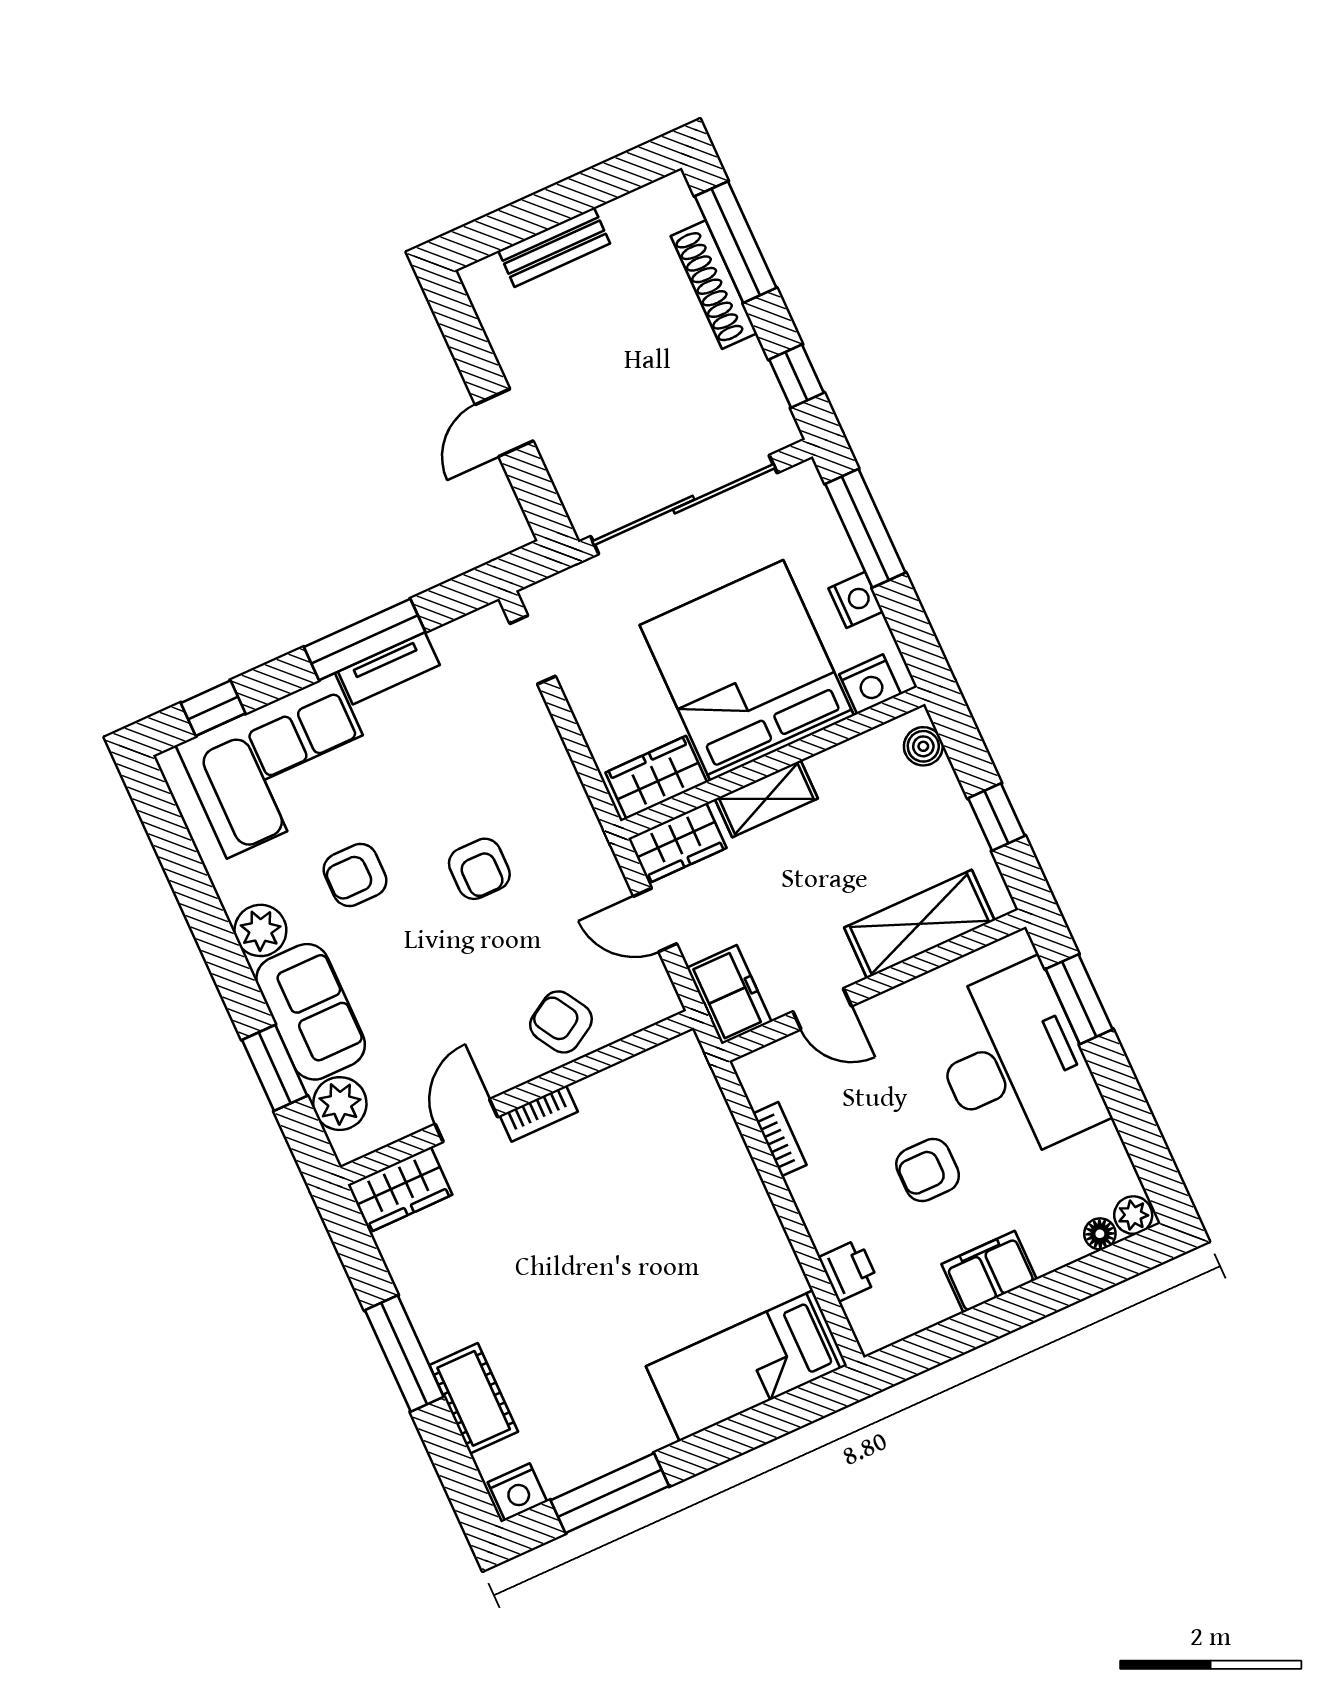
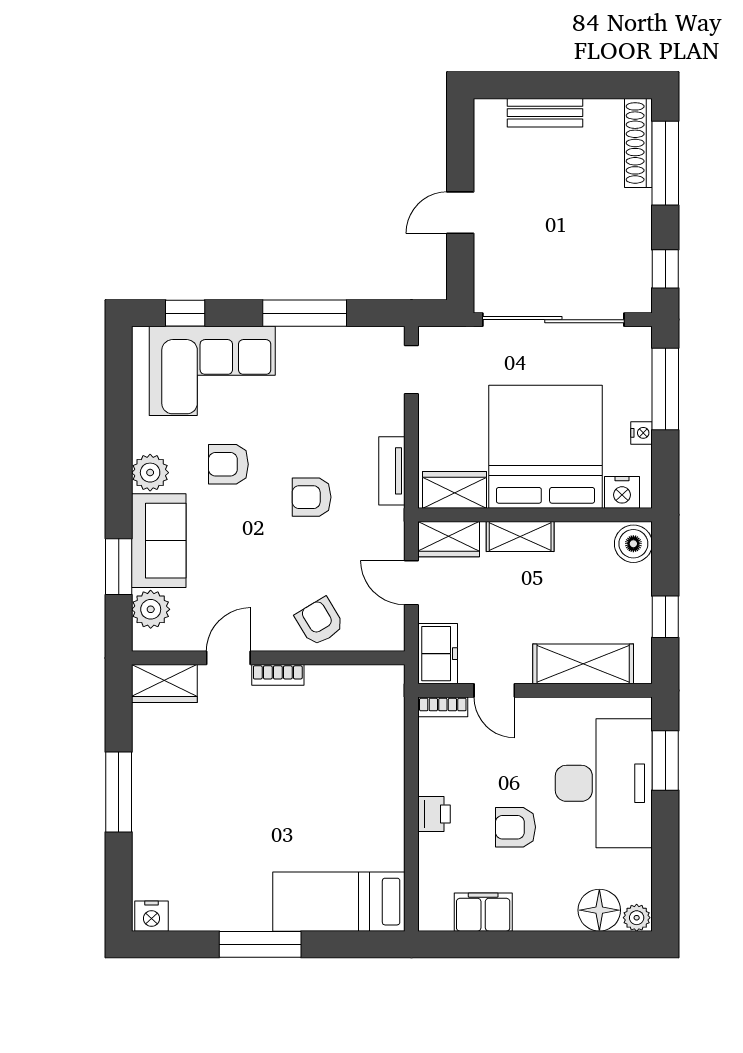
shoe rack: (714, 285) -> (638, 143), moved
nightstand: (856, 600) -> (642, 433), width x0.72, depth x0.74
tv unit: (389, 668) -> (392, 471), moved, turned 90
boiler: (923, 746) -> (633, 544), width x1.36, depth x1.36
armchair: (479, 869) -> (312, 497), turned 90
bookcase: (780, 1139) -> (443, 707), moved, turned 90
floor lamp: (1100, 1234) -> (599, 910), width x1.89, depth x1.89
printer: (849, 1270) -> (434, 814), moved
filing cabinet: (989, 1272) -> (483, 912), moved
cot: (474, 1398) -> (151, 842), removed
window: (610, 1493) -> (260, 944), moved

